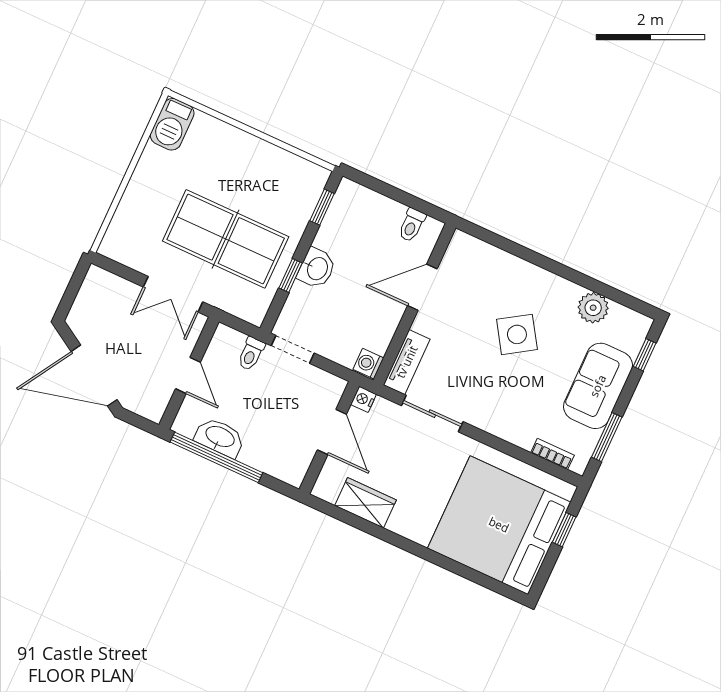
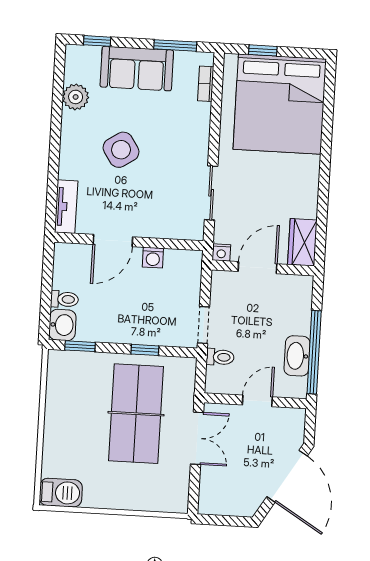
toilet: (412, 225) -> (64, 299), moved
washbasin: (317, 268) -> (62, 325), moved, turned 90
door: (422, 287) -> (113, 241), hinge flipped
tv unit: (407, 362) -> (66, 207), moved, turned 90
washing machine: (368, 364) -> (153, 258), moved
wardrobe: (366, 503) -> (302, 242), moved

